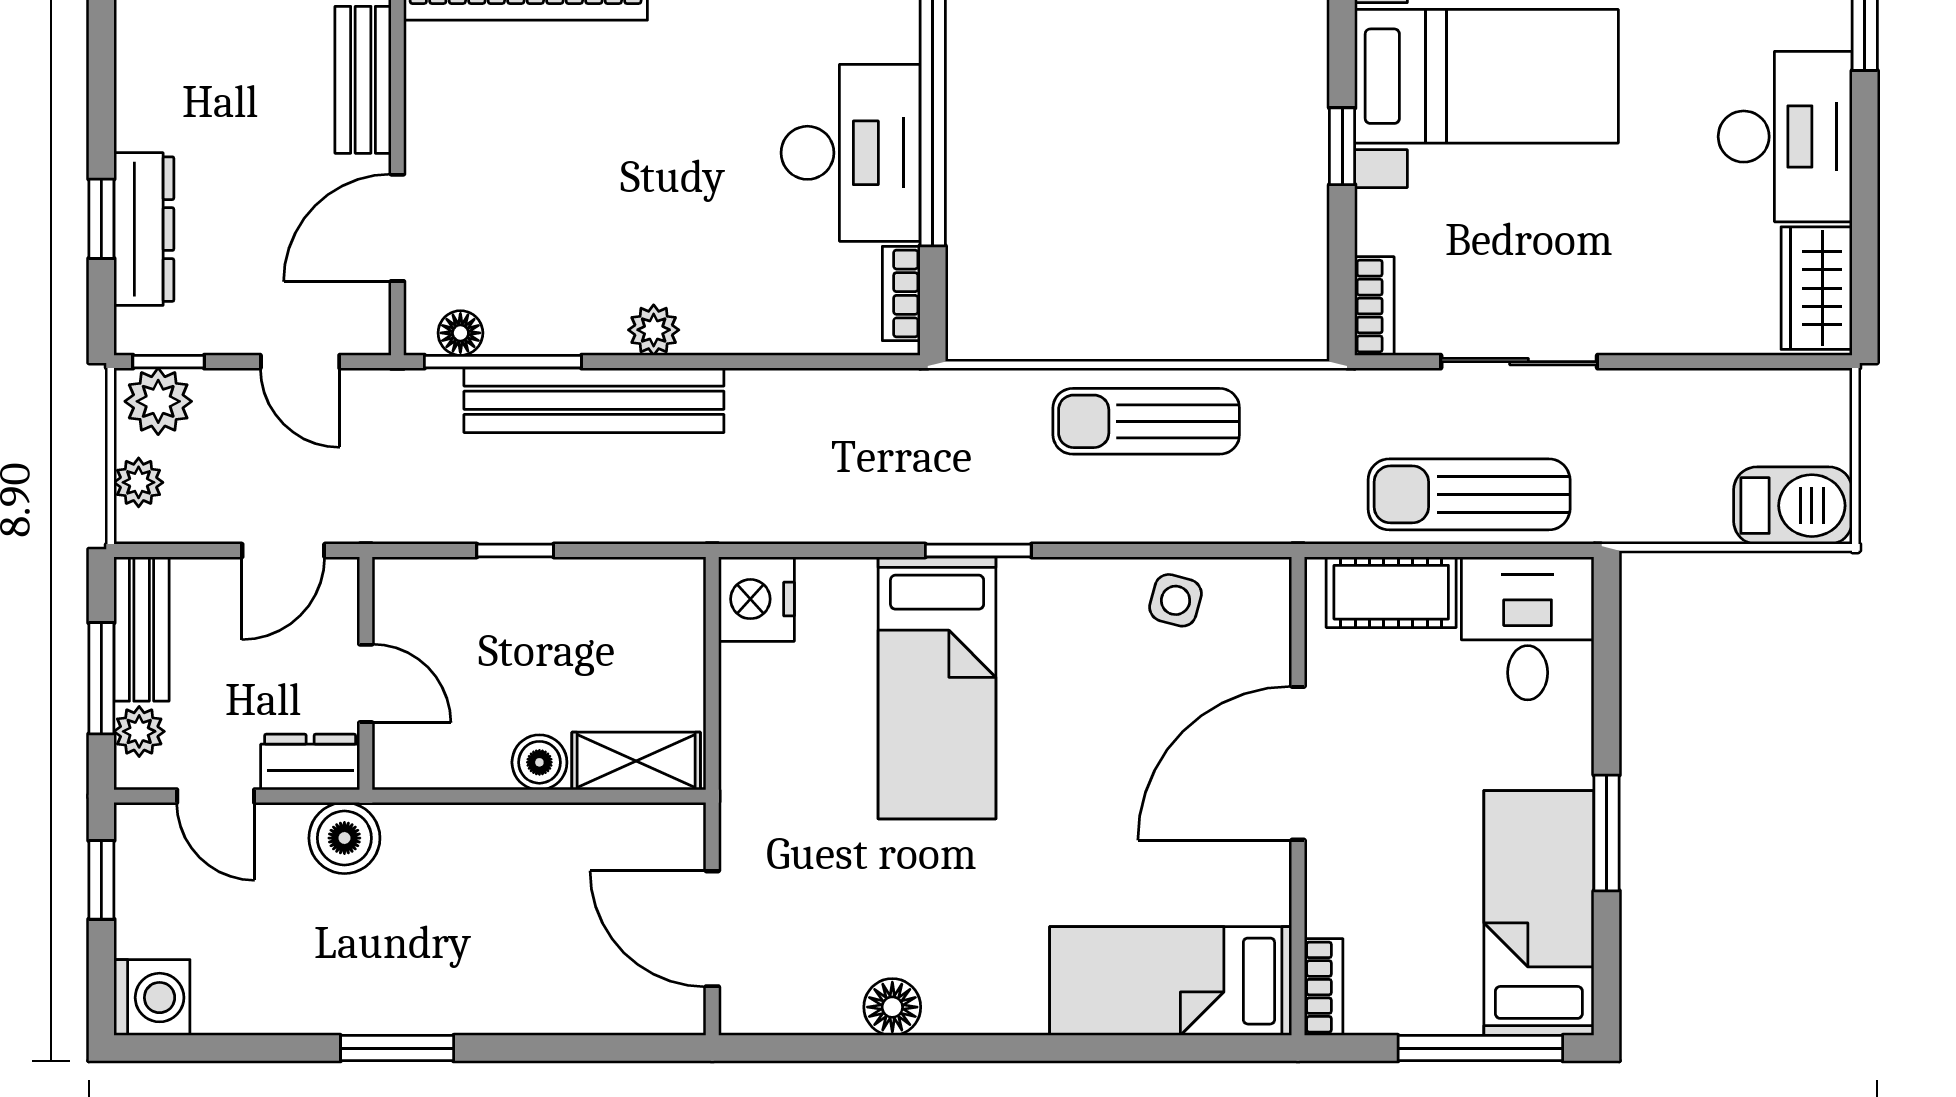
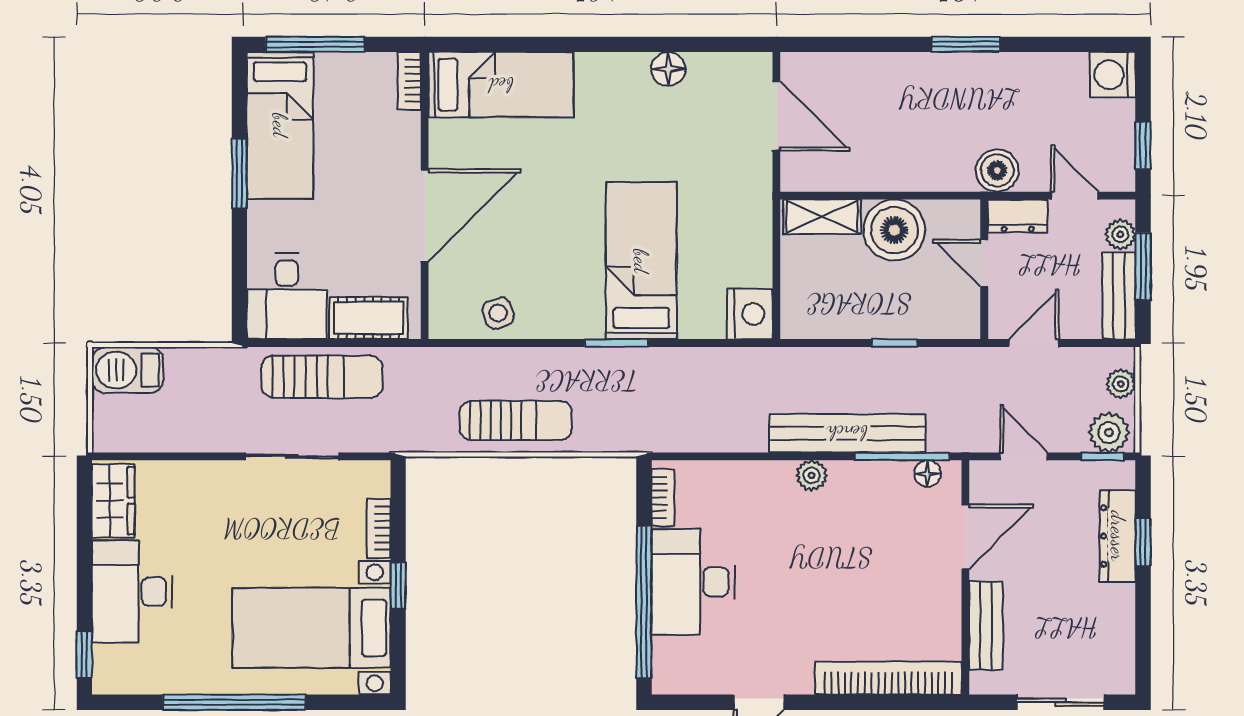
bookcase: (1374, 306) -> (379, 528), moved
side table: (1176, 600) -> (498, 313), turned -34
boiler: (539, 762) -> (894, 230), width x1.86, depth x1.86

